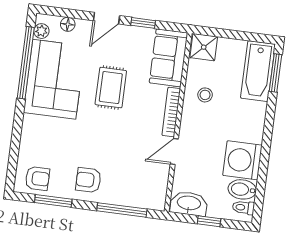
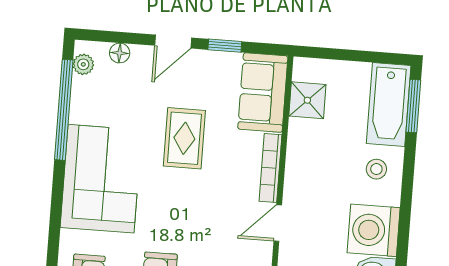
shower: (204, 47) -> (307, 100), moved
corner sofa: (54, 79) -> (101, 179), moved
stool: (205, 95) -> (376, 169), moved

